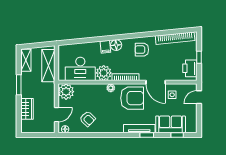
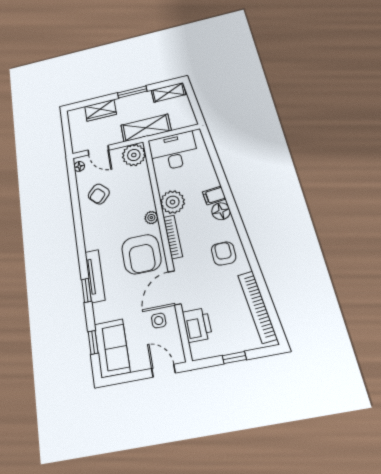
shelving: (48, 66) -> (146, 128), moved
printer: (190, 68) -> (197, 325), moved, turned 90
desk: (80, 69) -> (173, 151), moved, turned 90
sofa: (171, 124) -> (112, 348), moved

